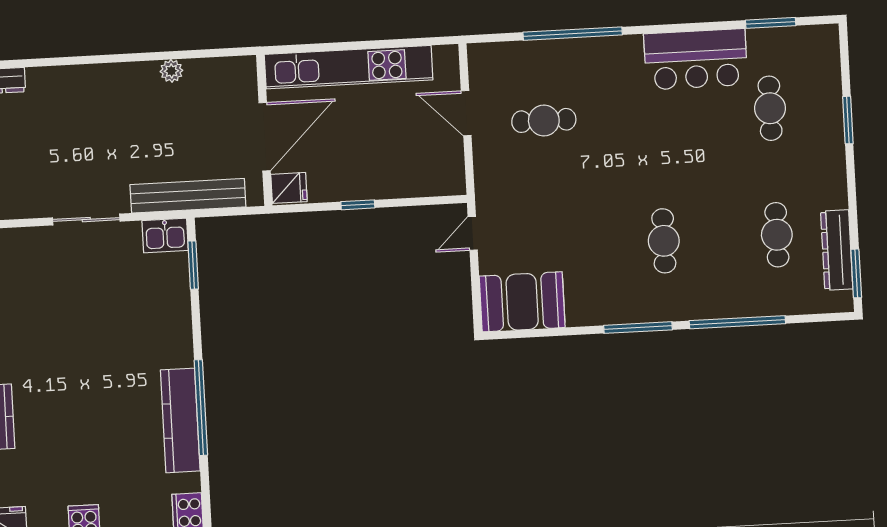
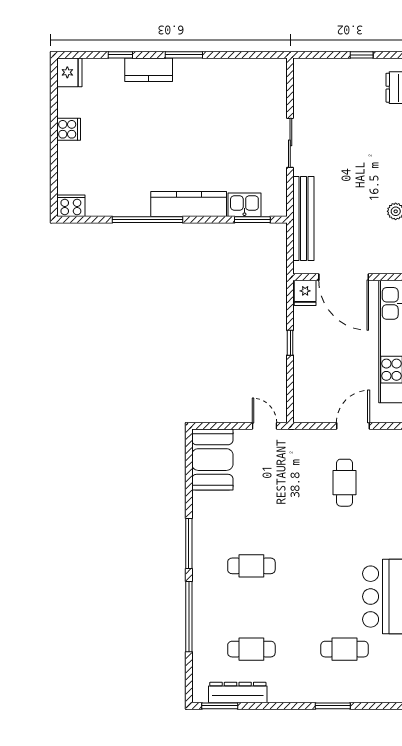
kitchen sink: (165, 236) -> (244, 205), moved, turned 90
kitchen counter: (180, 420) -> (189, 204), moved

